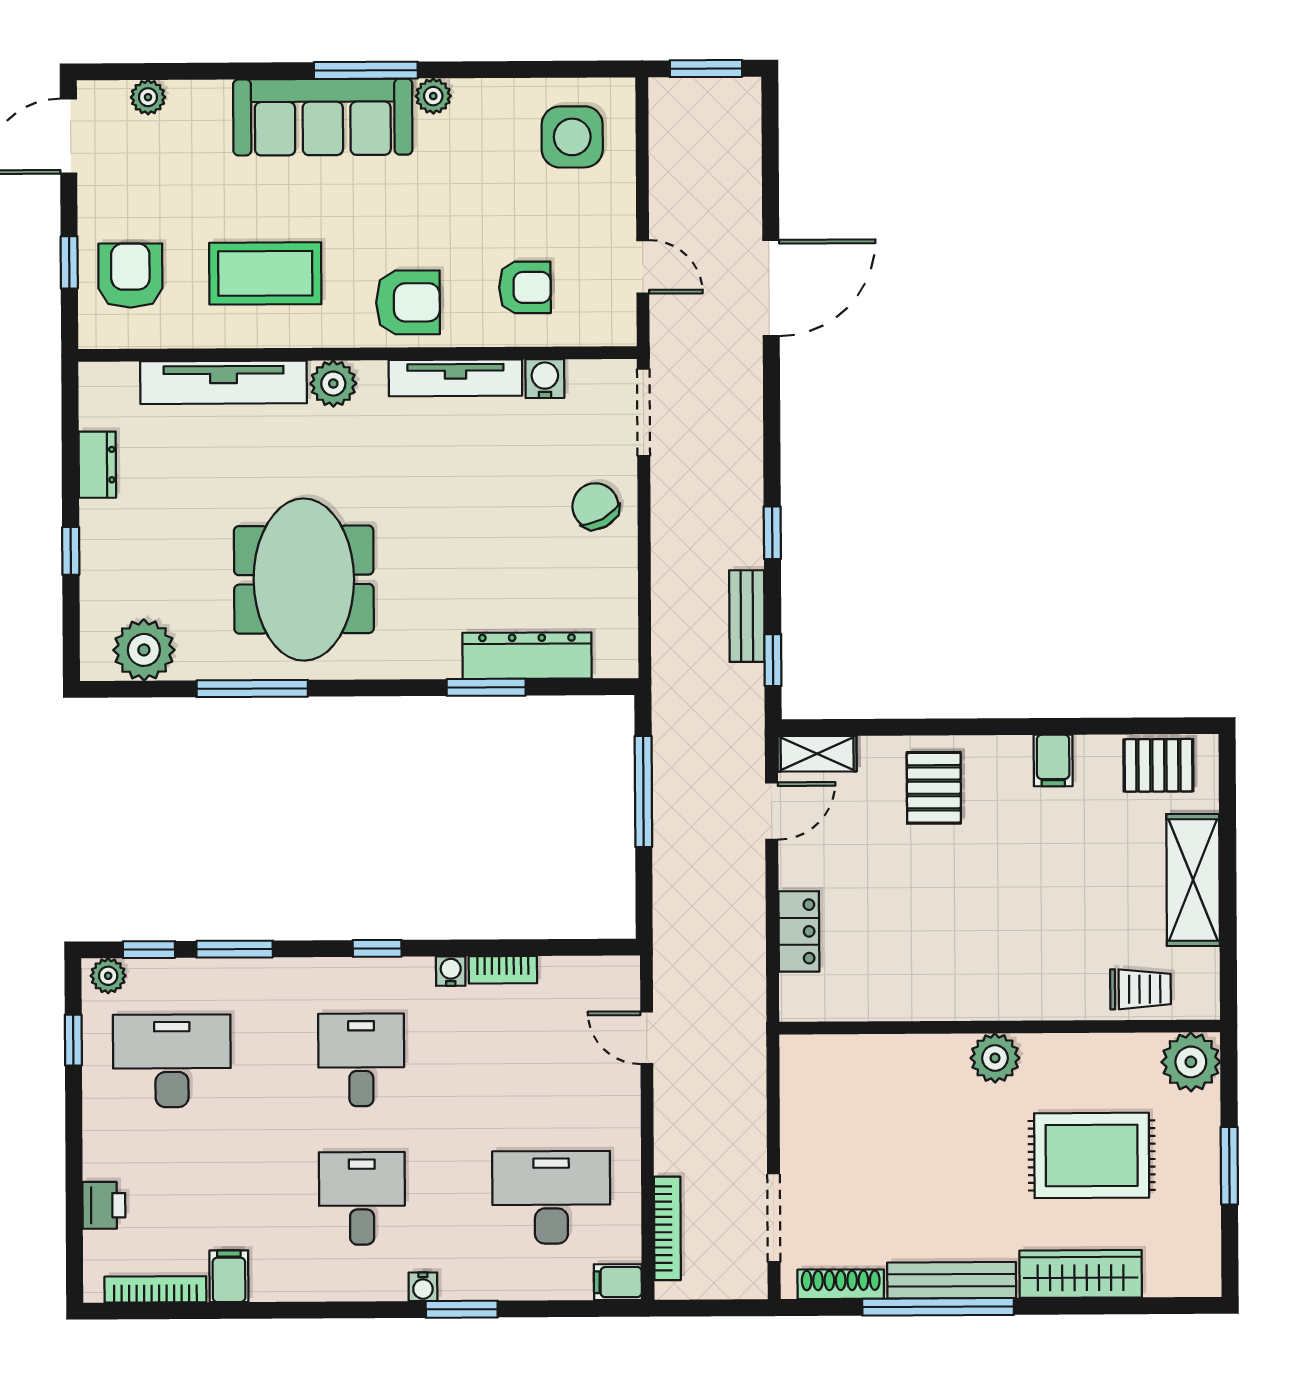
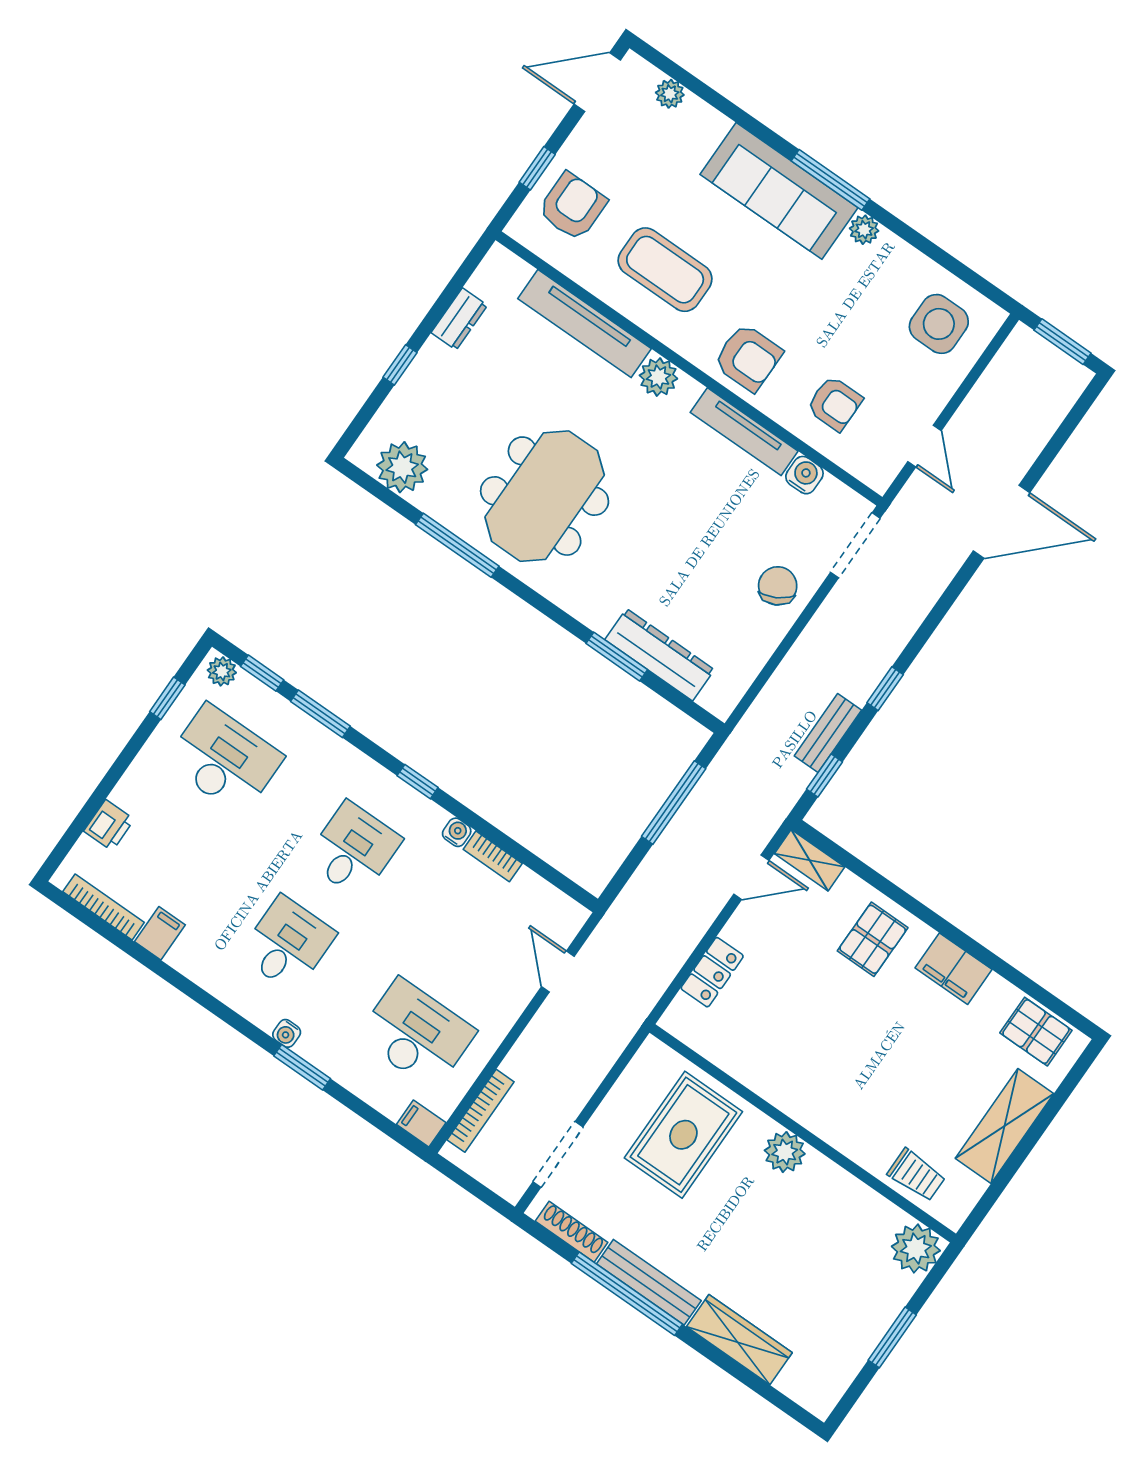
filing cabinet: (1053, 761) -> (954, 969), width x2.00
rug: (1092, 1155) -> (683, 1135), moved, turned 90

